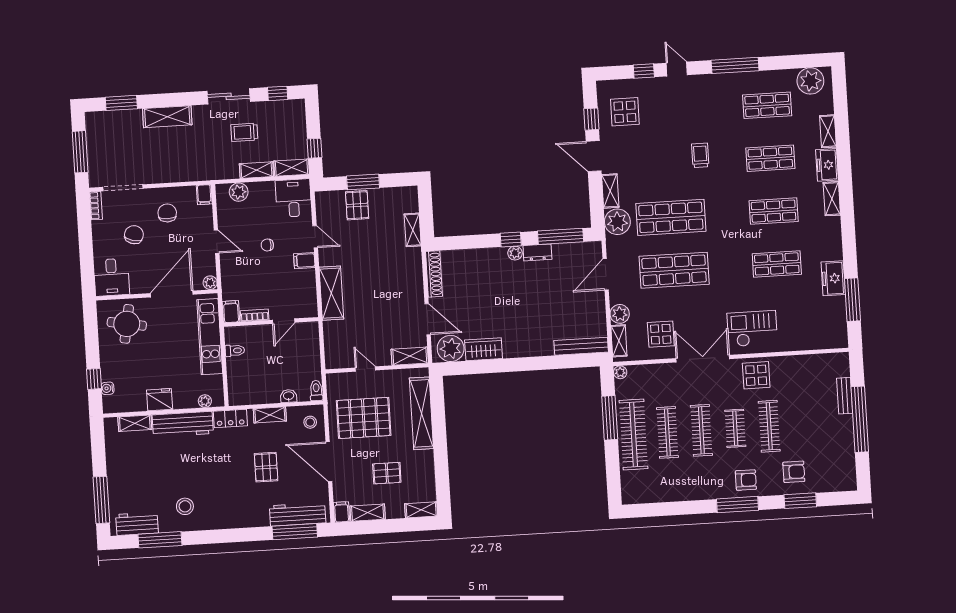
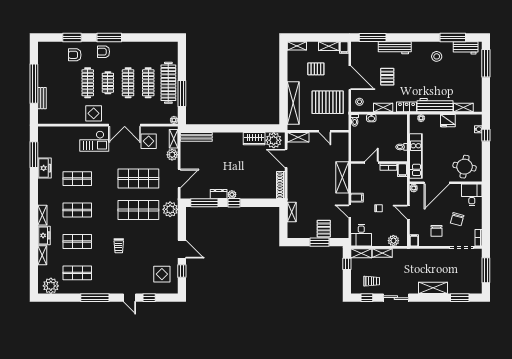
trolley: (244, 132) -> (372, 281), moved
shelving: (610, 191) -> (173, 228), removed
workbench: (298, 514) -> (395, 48), moved

